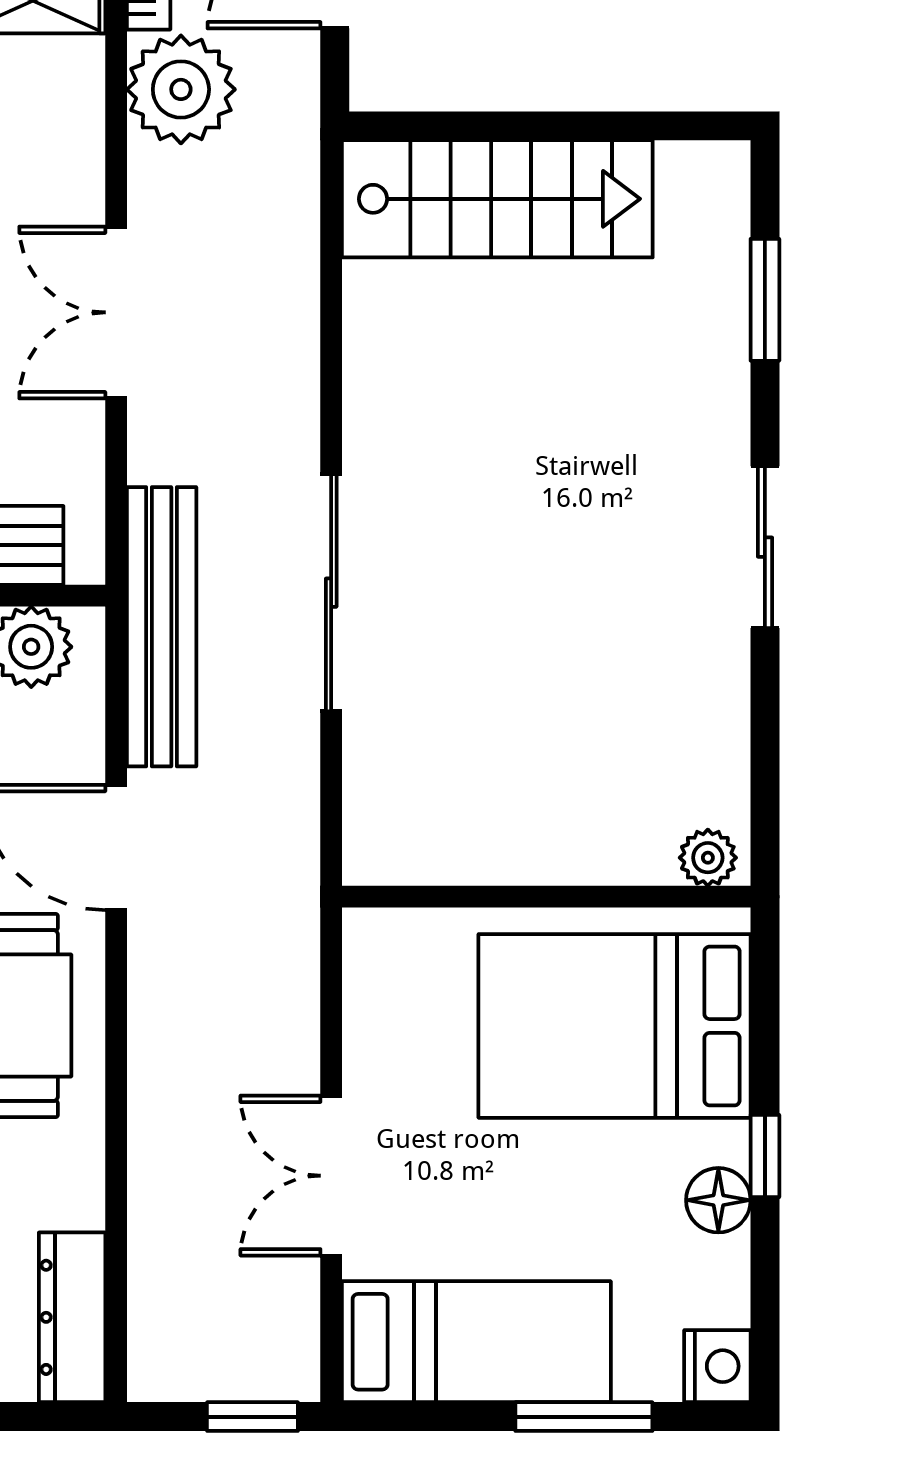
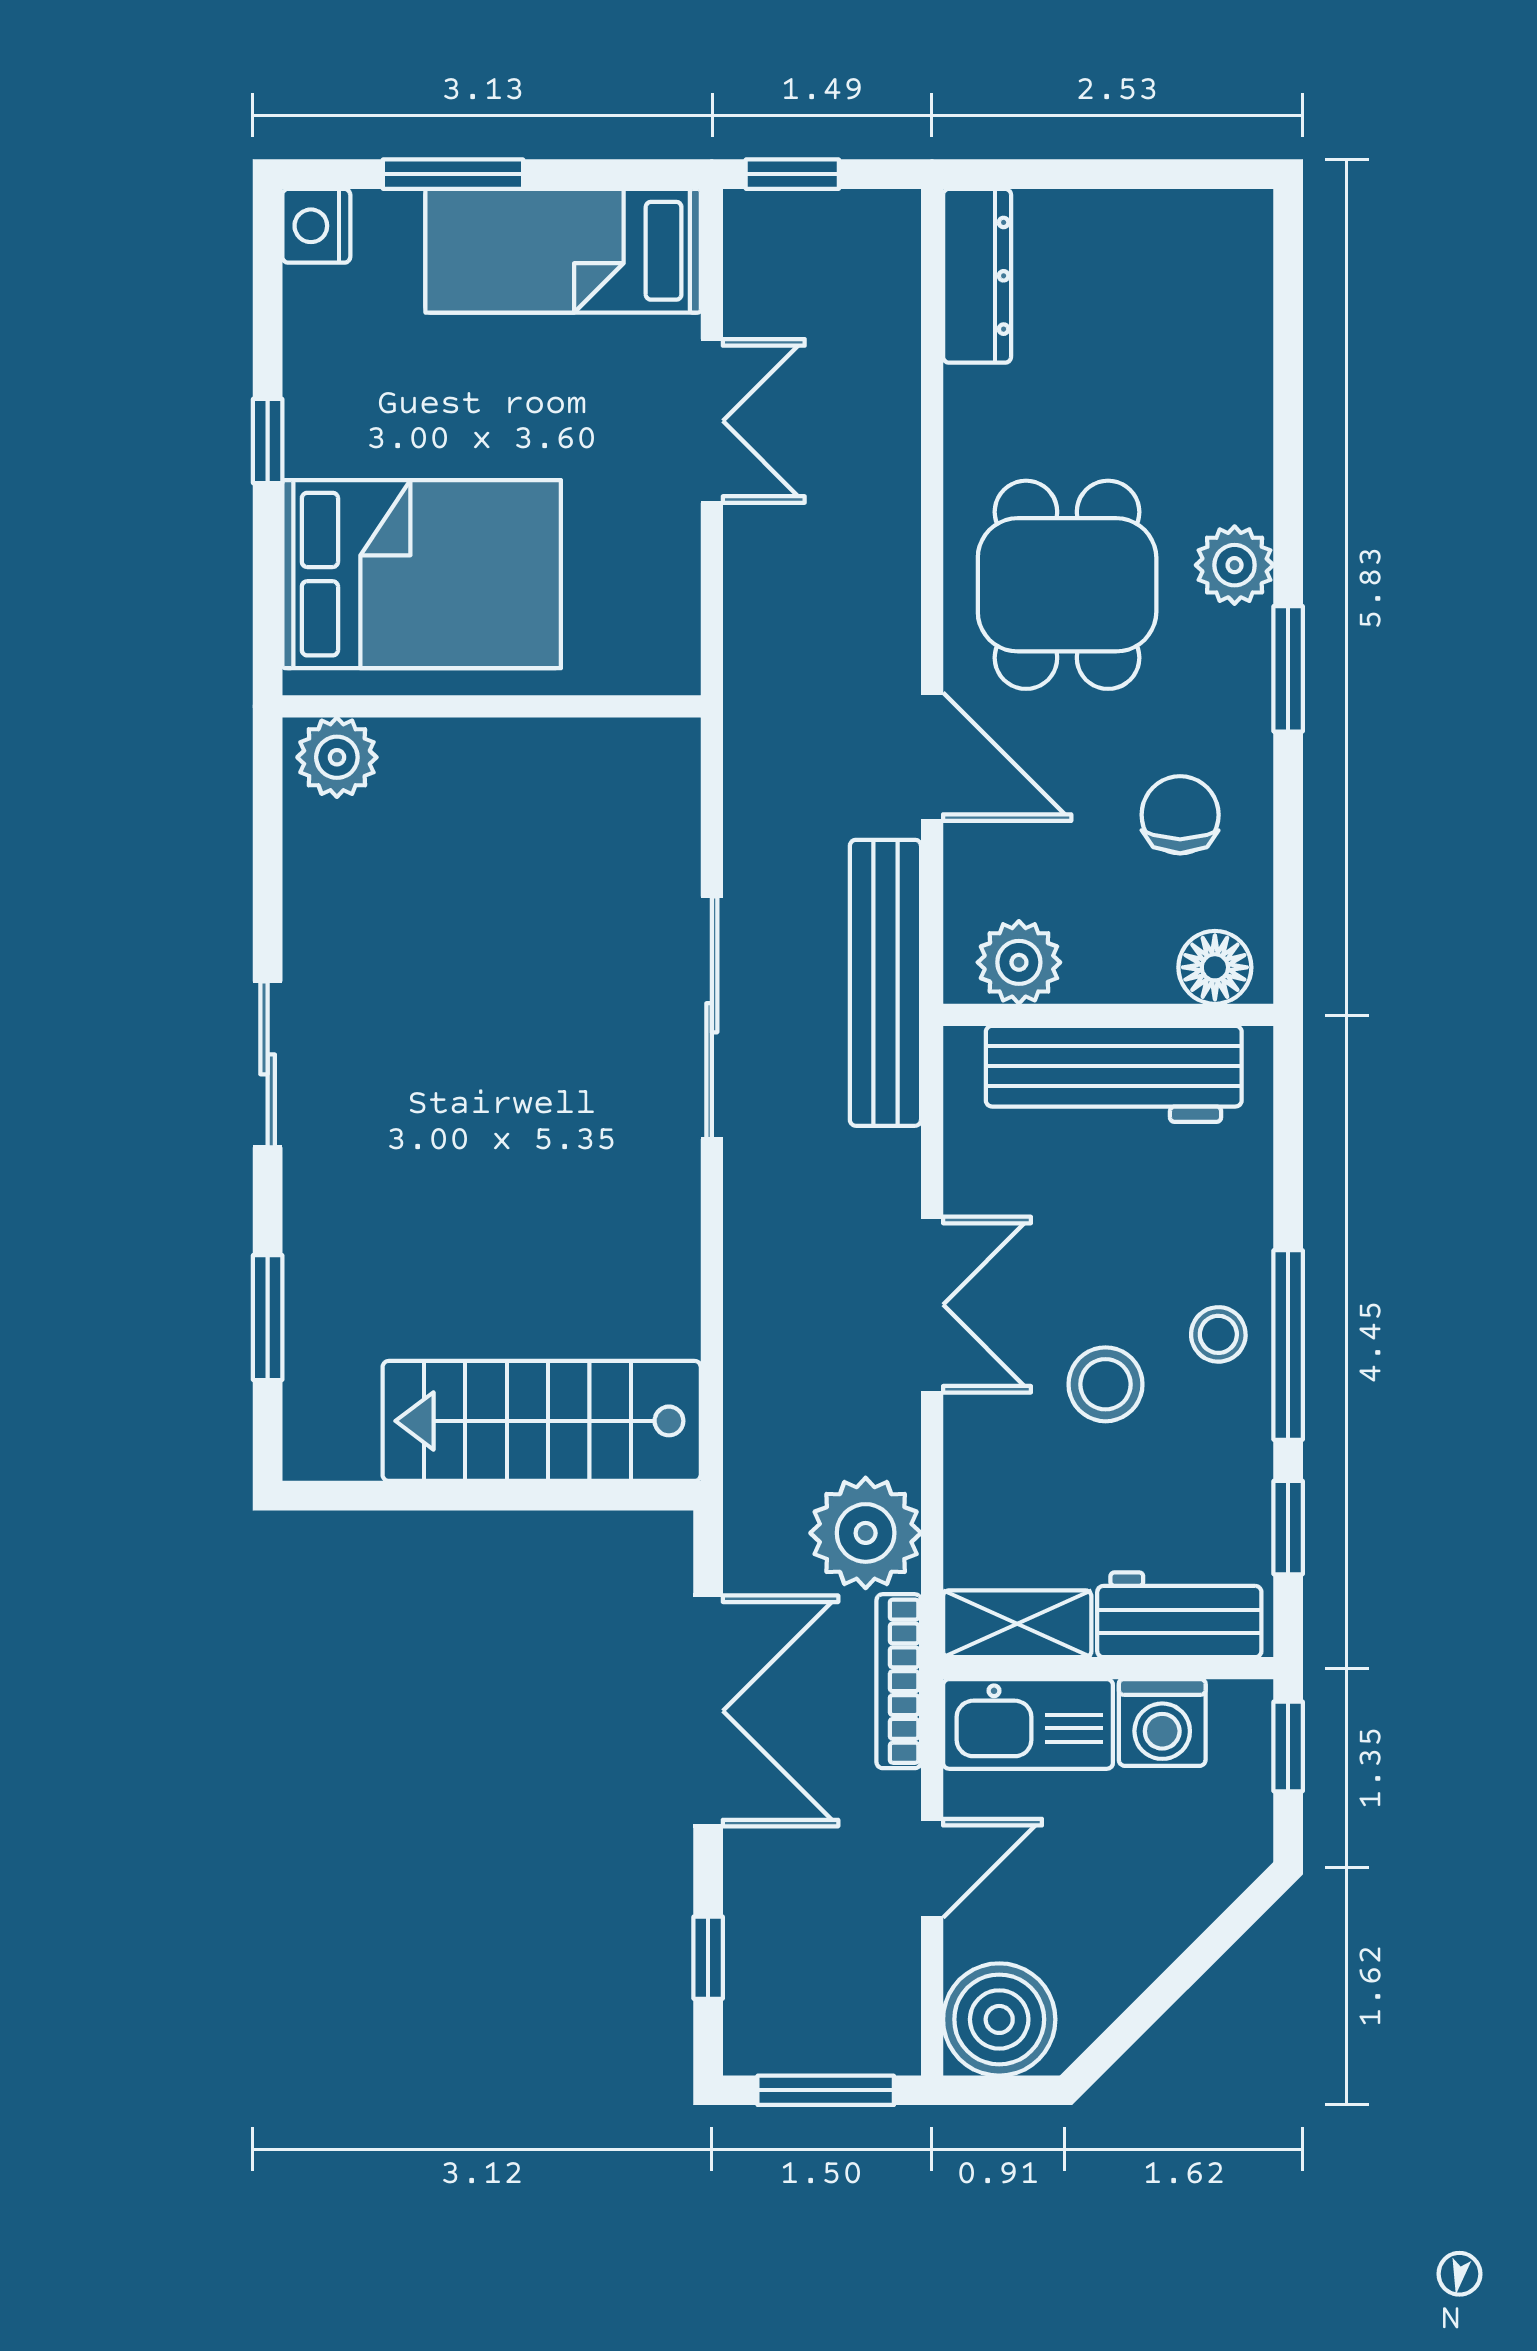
plant: (708, 858) -> (337, 757), width x1.38, depth x1.38
floor lamp: (718, 1200) -> (315, 396), removed

